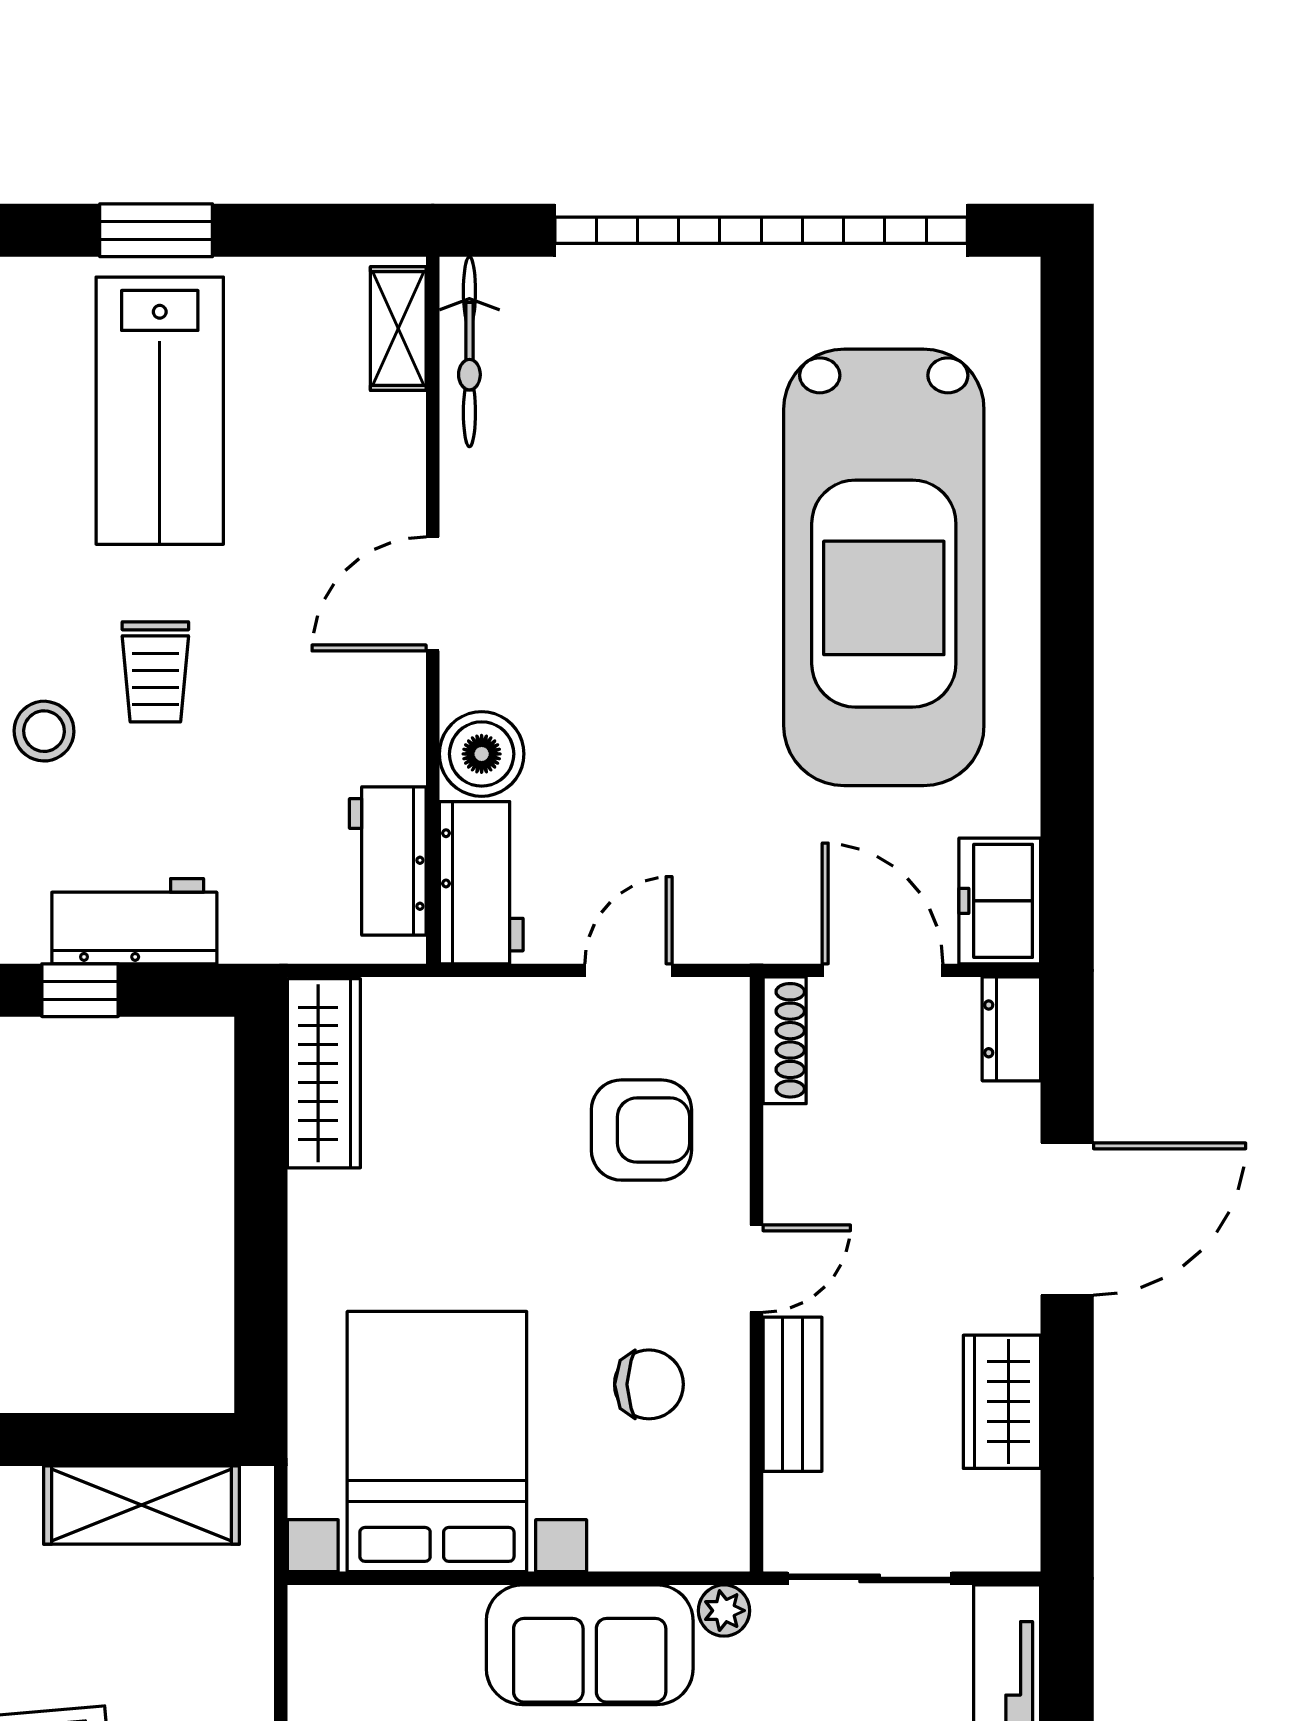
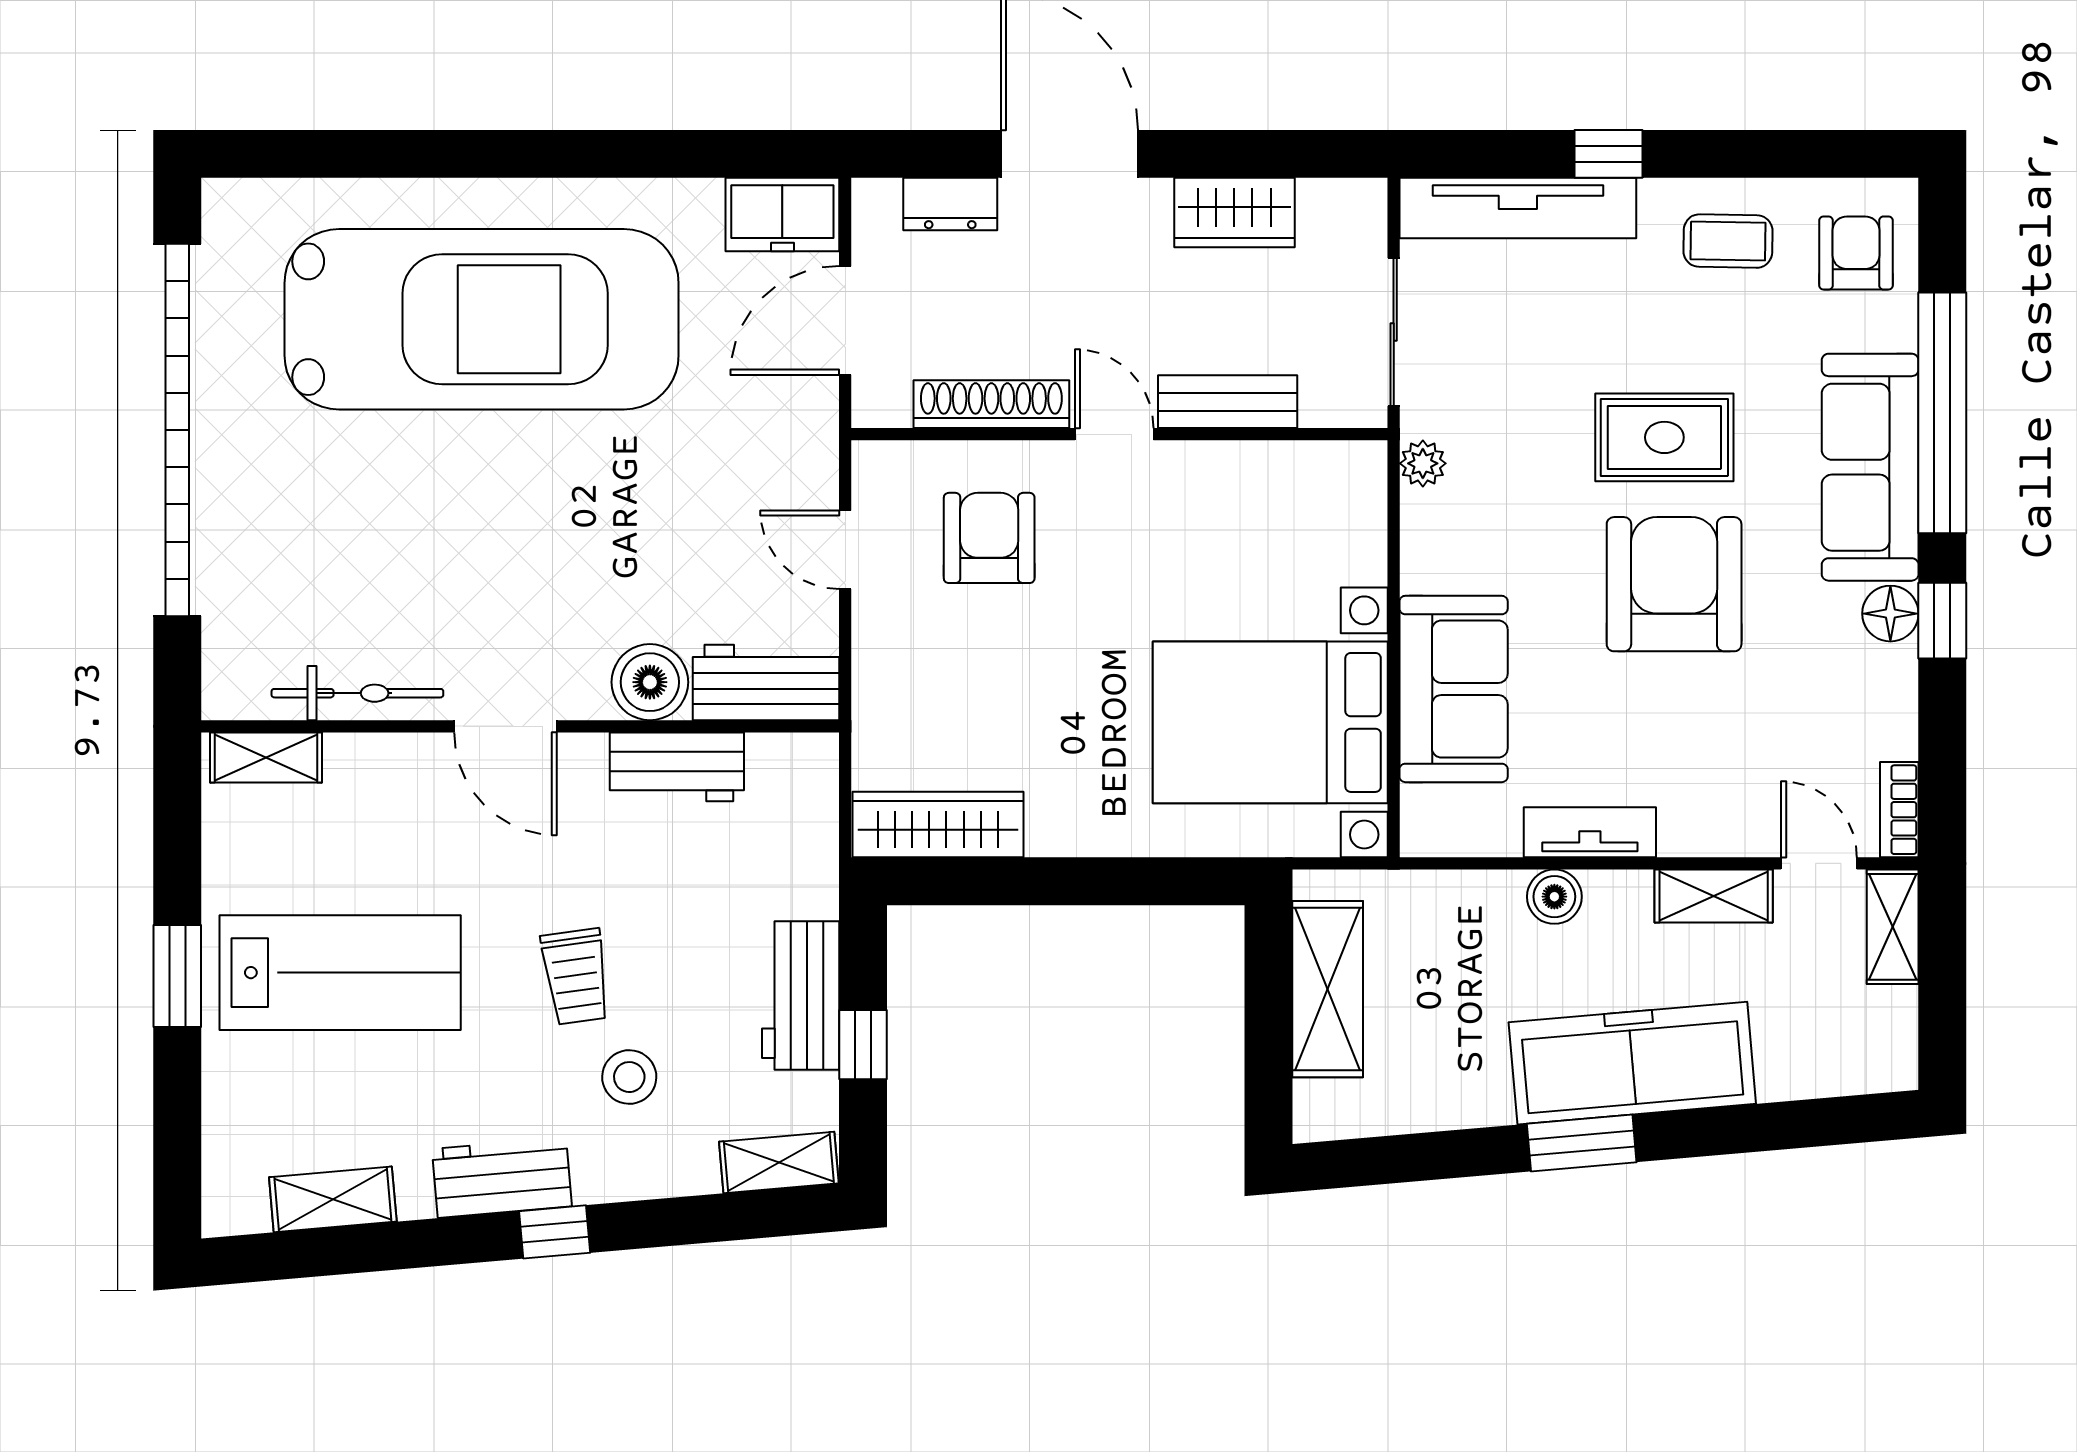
bicycle: (469, 352) -> (357, 693), moved
trolley: (155, 672) -> (576, 977), turned 82
workbench: (388, 861) -> (677, 767), moved
dresser: (1011, 1029) -> (950, 204), moved
shoe rack: (785, 1040) -> (991, 404), moved, width x1.36, depth x1.24
chair: (649, 1384) -> (1219, 531), removed
sofa: (590, 1645) -> (1454, 689), moved

